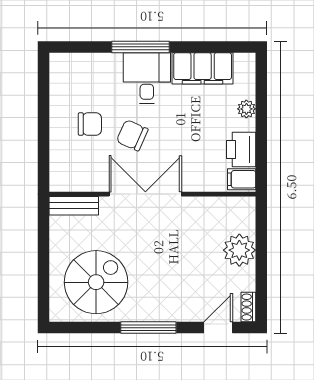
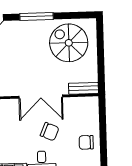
chair: (90, 124) -> (86, 142), moved
spiral stairs: (96, 282) -> (69, 43), turned 90

